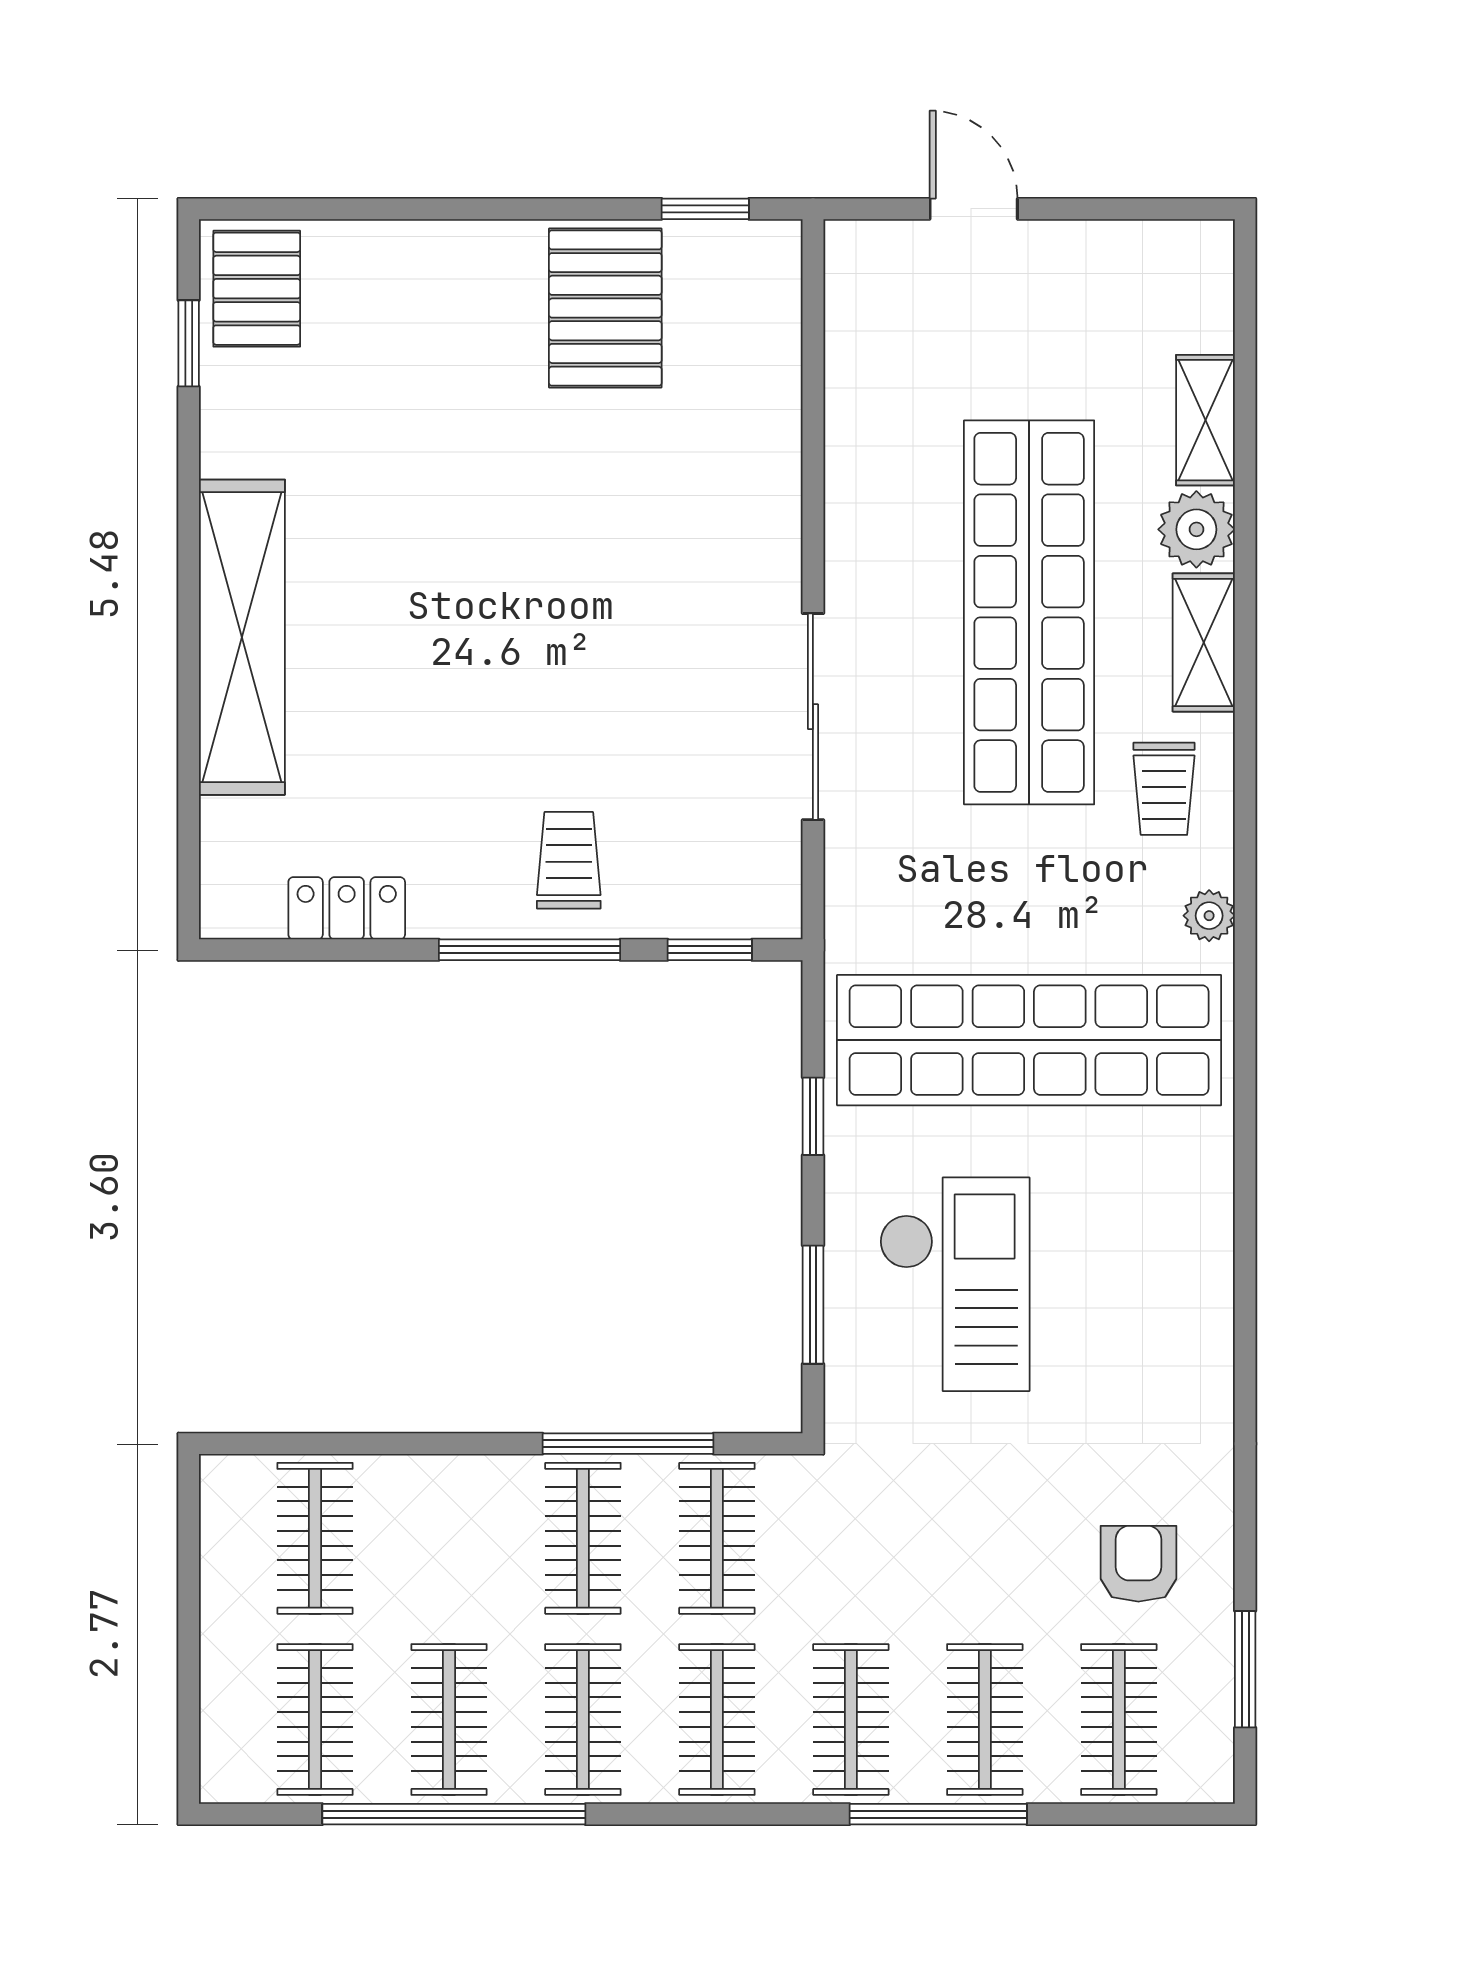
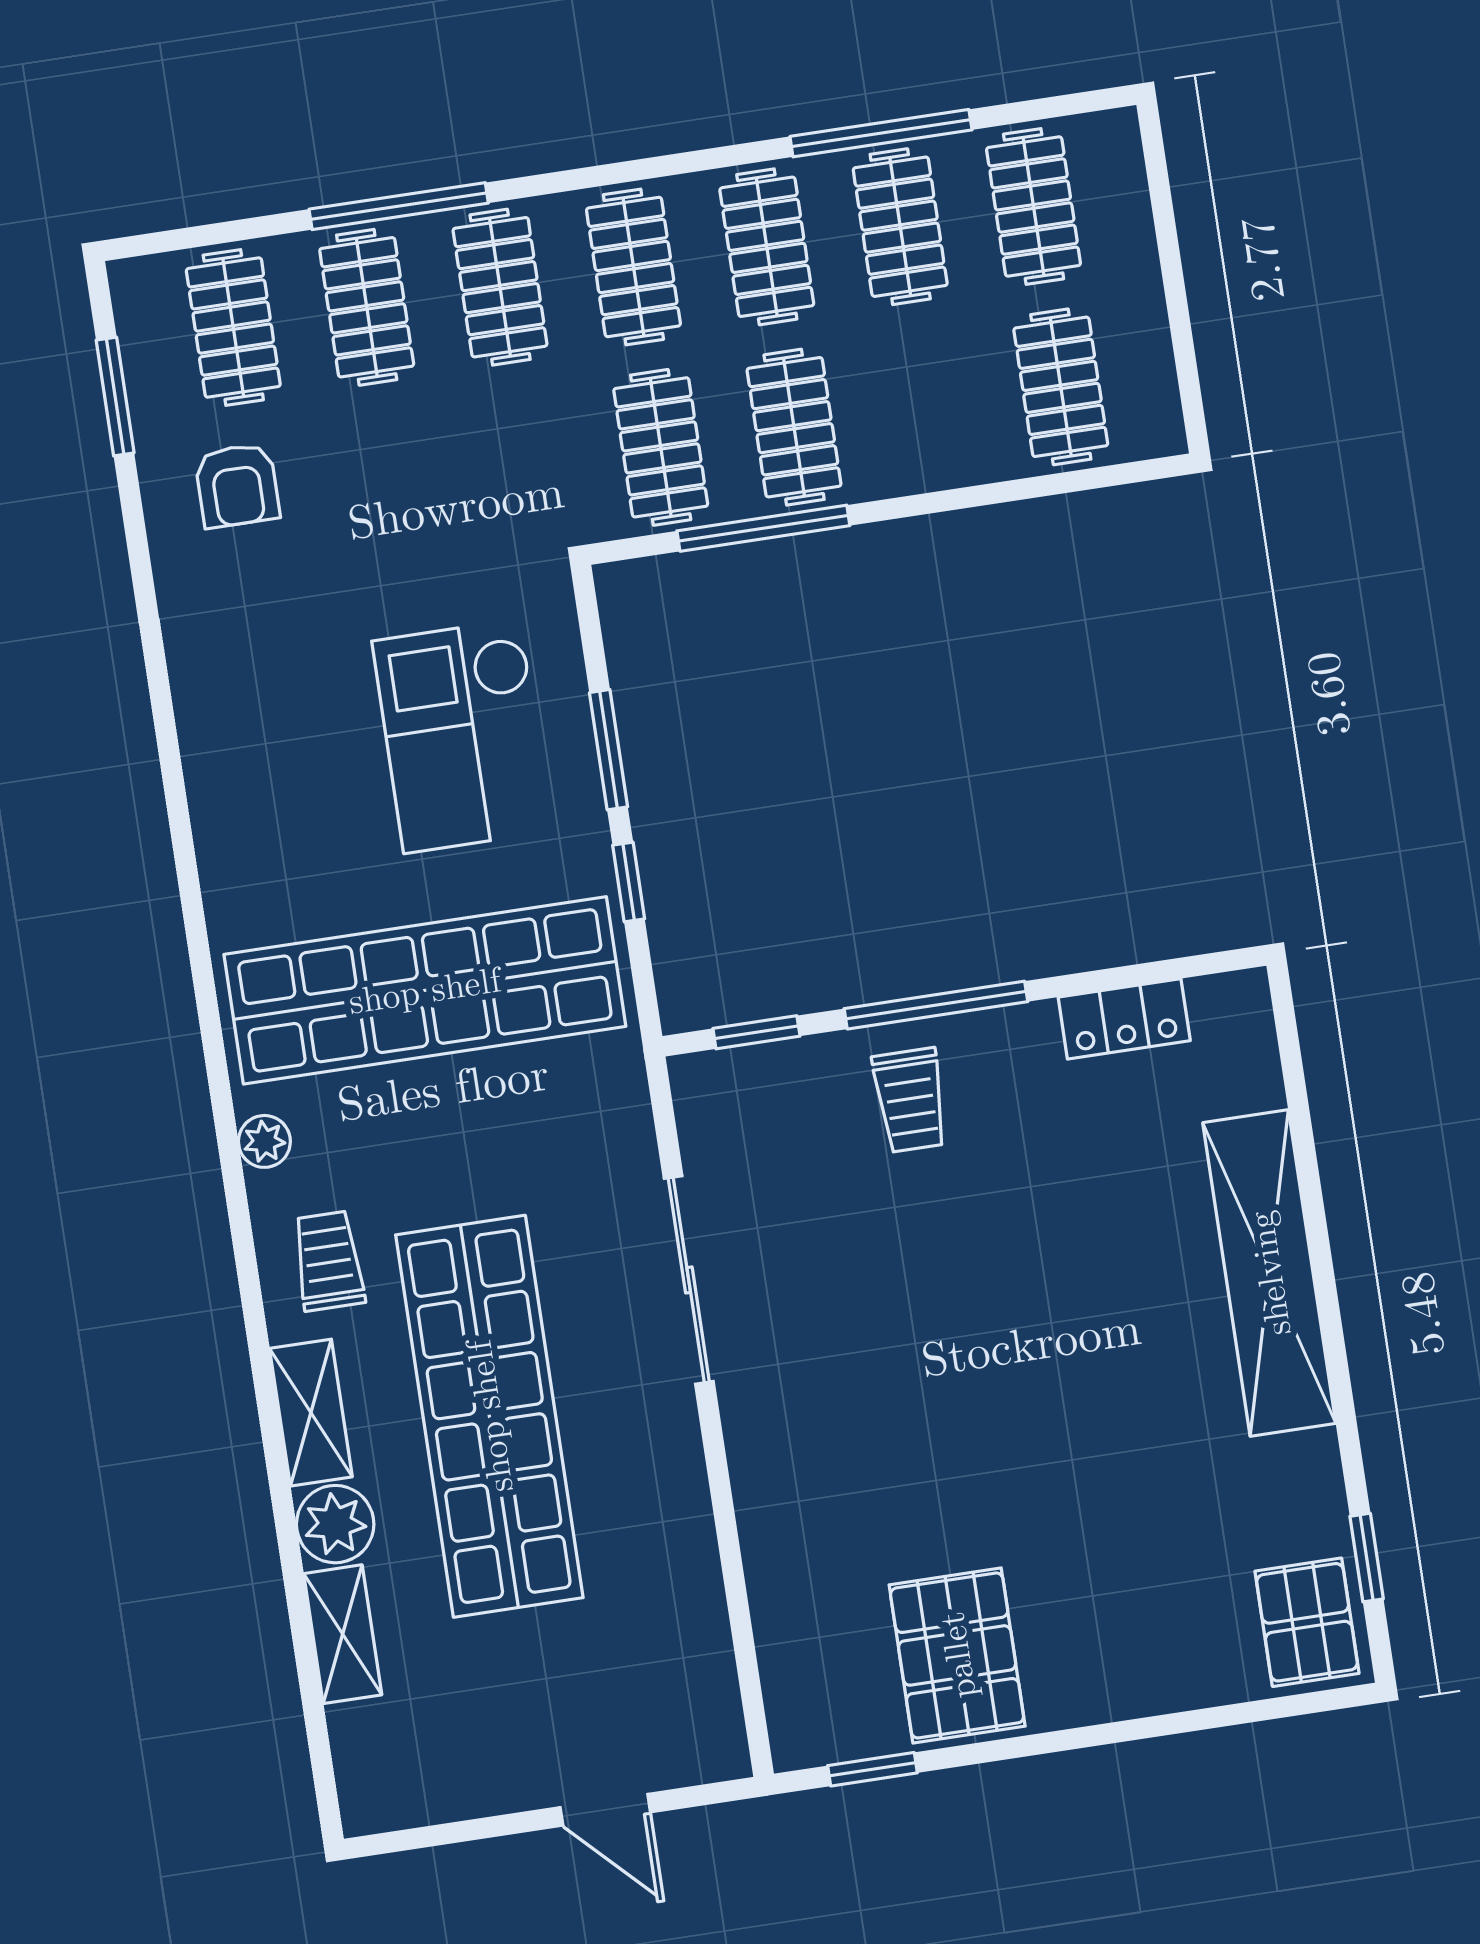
window: (813, 1305) -> (609, 750), moved
window: (454, 1814) -> (881, 133), width x0.68

